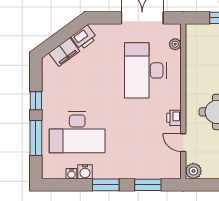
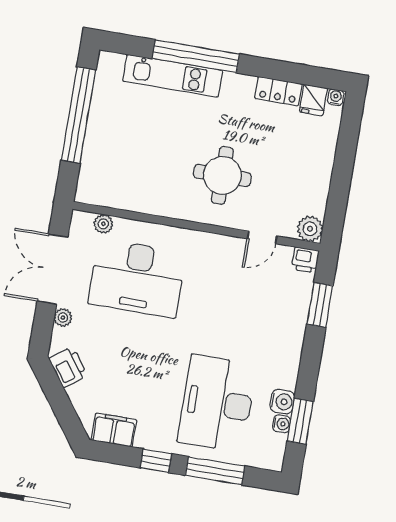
plant: (114, 29) -> (63, 318), added
filing cabinet: (64, 52) -> (114, 430), moved, turned -54
printer: (174, 118) -> (305, 260), moved
desk: (77, 132) -> (217, 403), turned 180
window: (106, 185) -> (300, 421), moved

